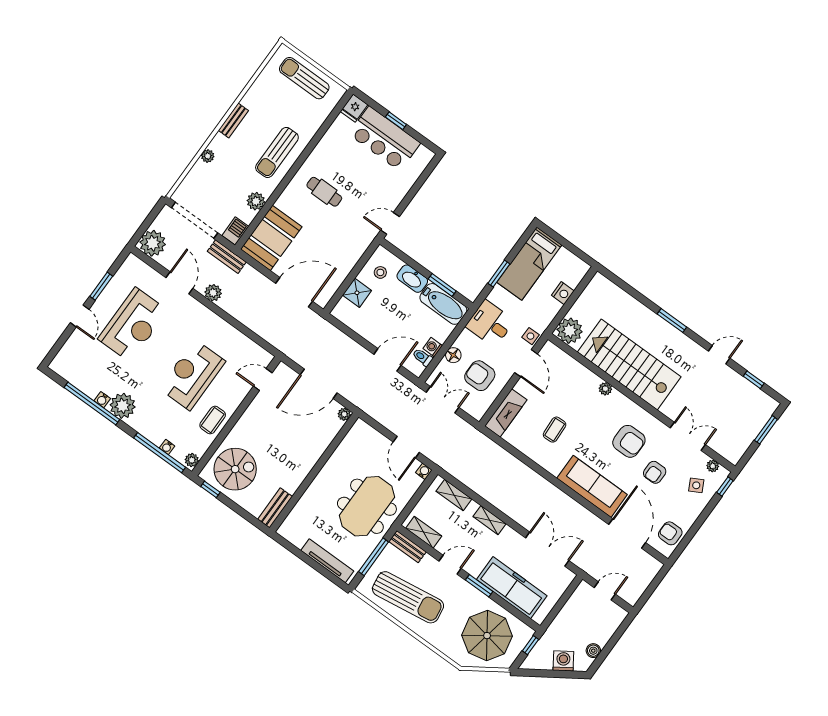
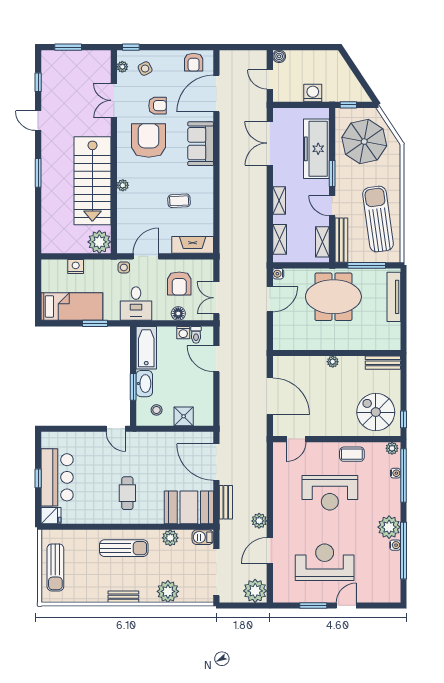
plant: (208, 156) -> (168, 591), width x1.88, depth x1.88
bench: (227, 257) -> (226, 502), moved
window: (442, 285) -> (133, 387), moved
door: (263, 379) -> (296, 439), hinge flipped
plant: (344, 414) -> (333, 362), moved
armchair: (629, 441) -> (149, 141), width x1.36, depth x1.36
sofa: (592, 486) -> (201, 144), width x0.73
bench: (408, 547) -> (341, 240), width x1.36
boiler: (593, 651) -> (279, 56), moved
washing machine: (563, 661) -> (313, 93), moved, turned 124

